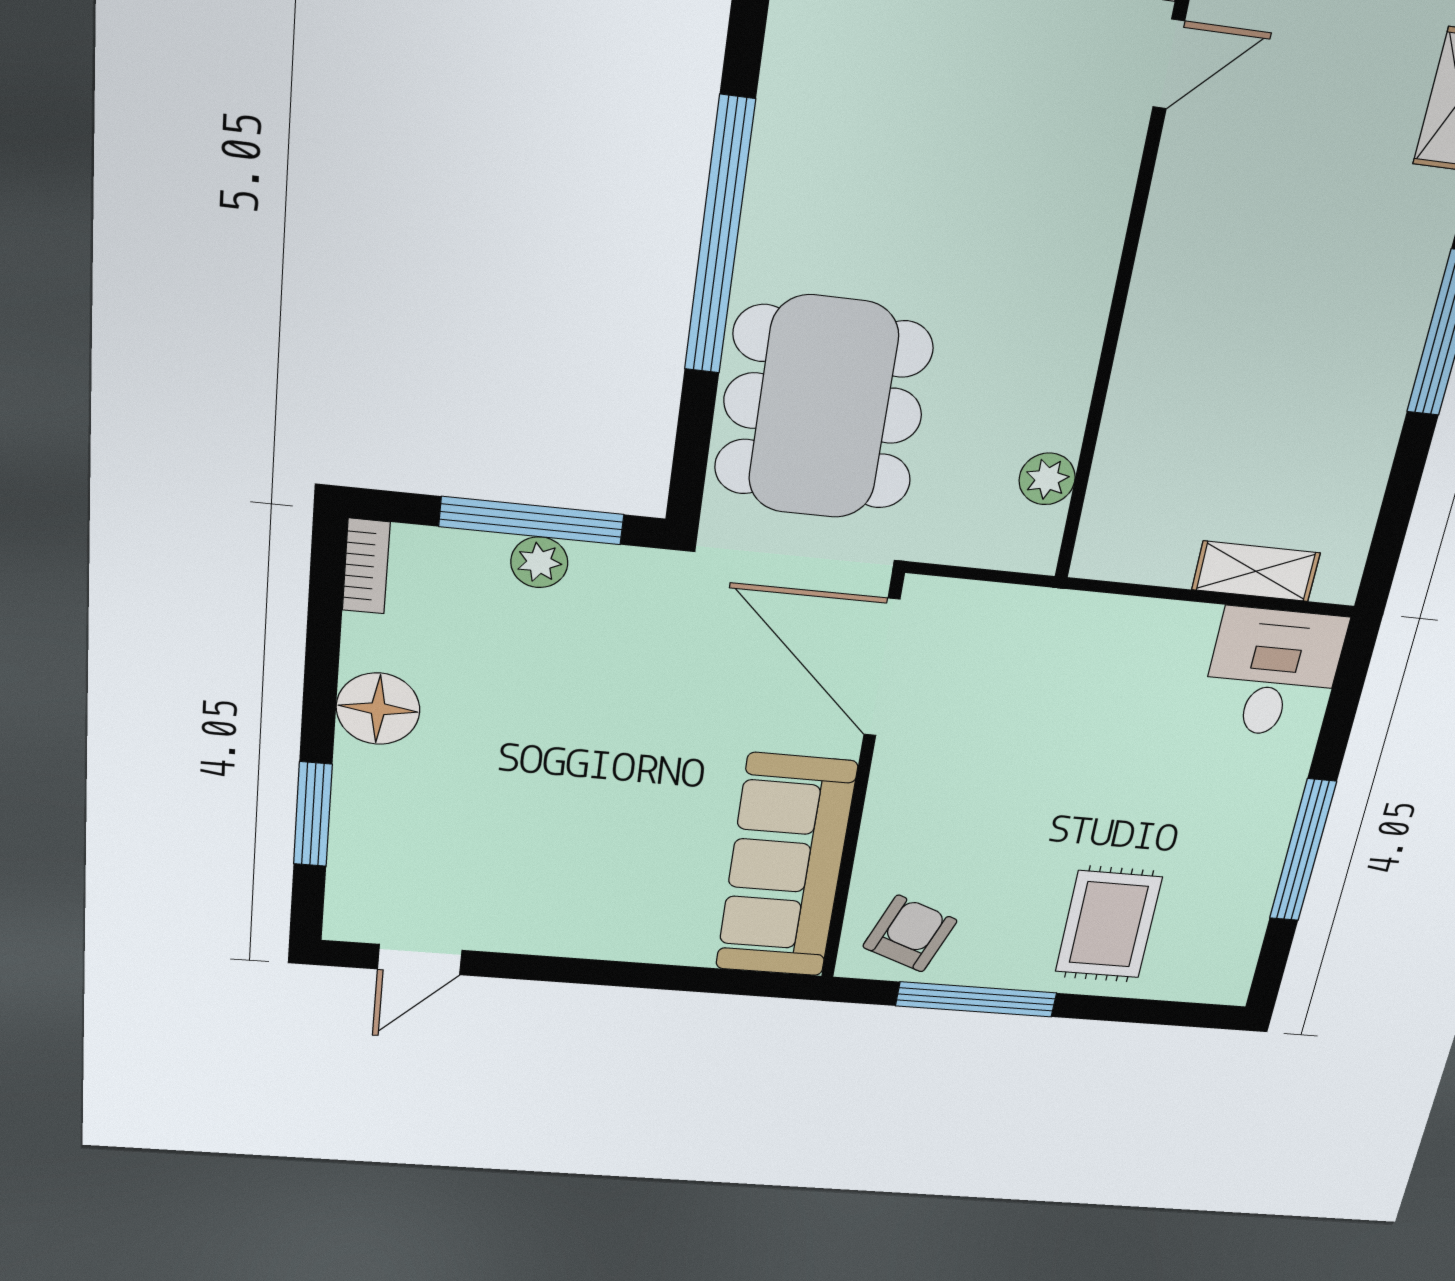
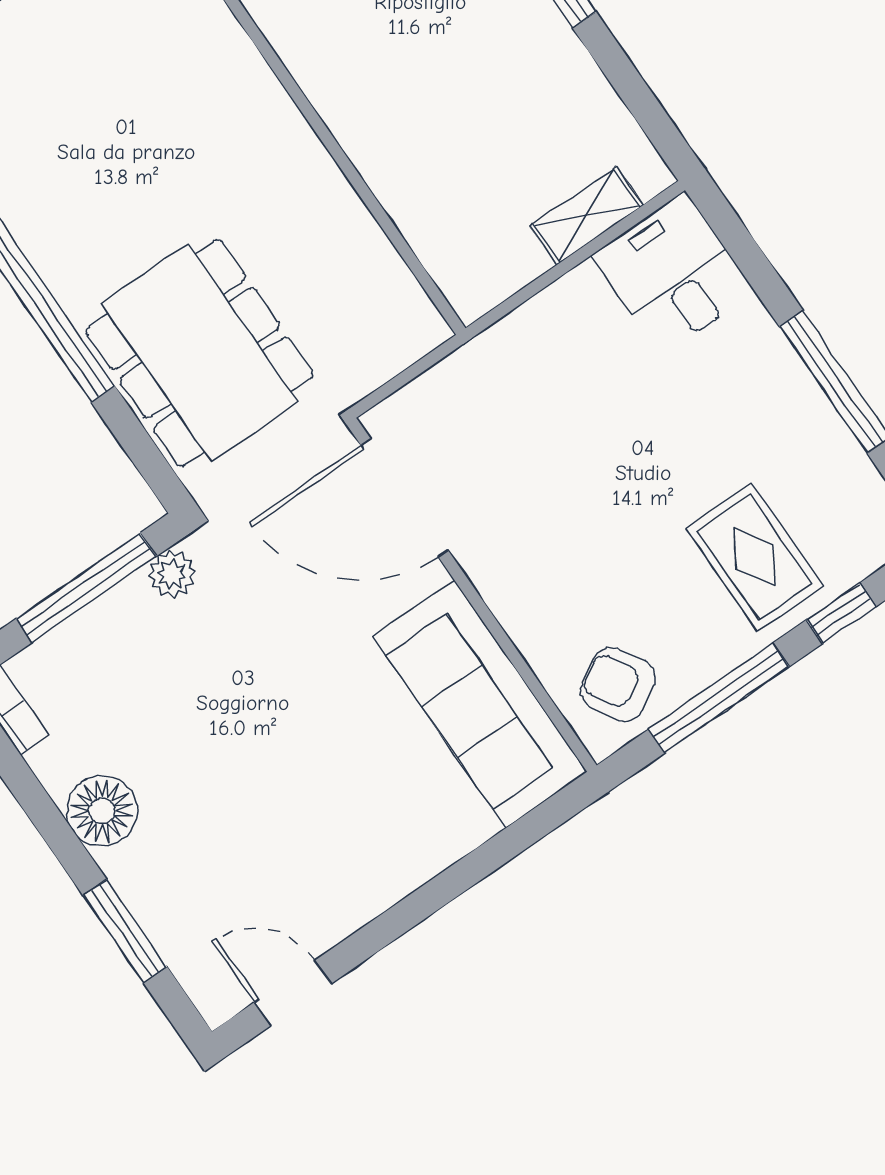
plant: (1047, 479) -> (386, 275), removed
plant: (539, 562) -> (172, 574), moved
armchair: (910, 934) -> (618, 684), turned -51
door: (420, 960) -> (293, 993), swing flipped
window: (1129, 1010) -> (841, 613), added

